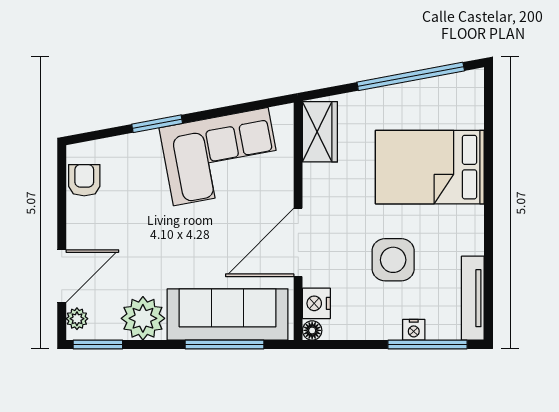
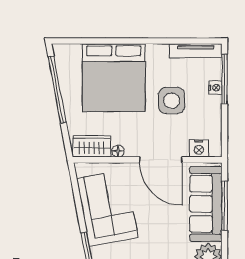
bed: (430, 167) -> (114, 78), width x1.36
floor lamp: (312, 330) -> (118, 151), moved

